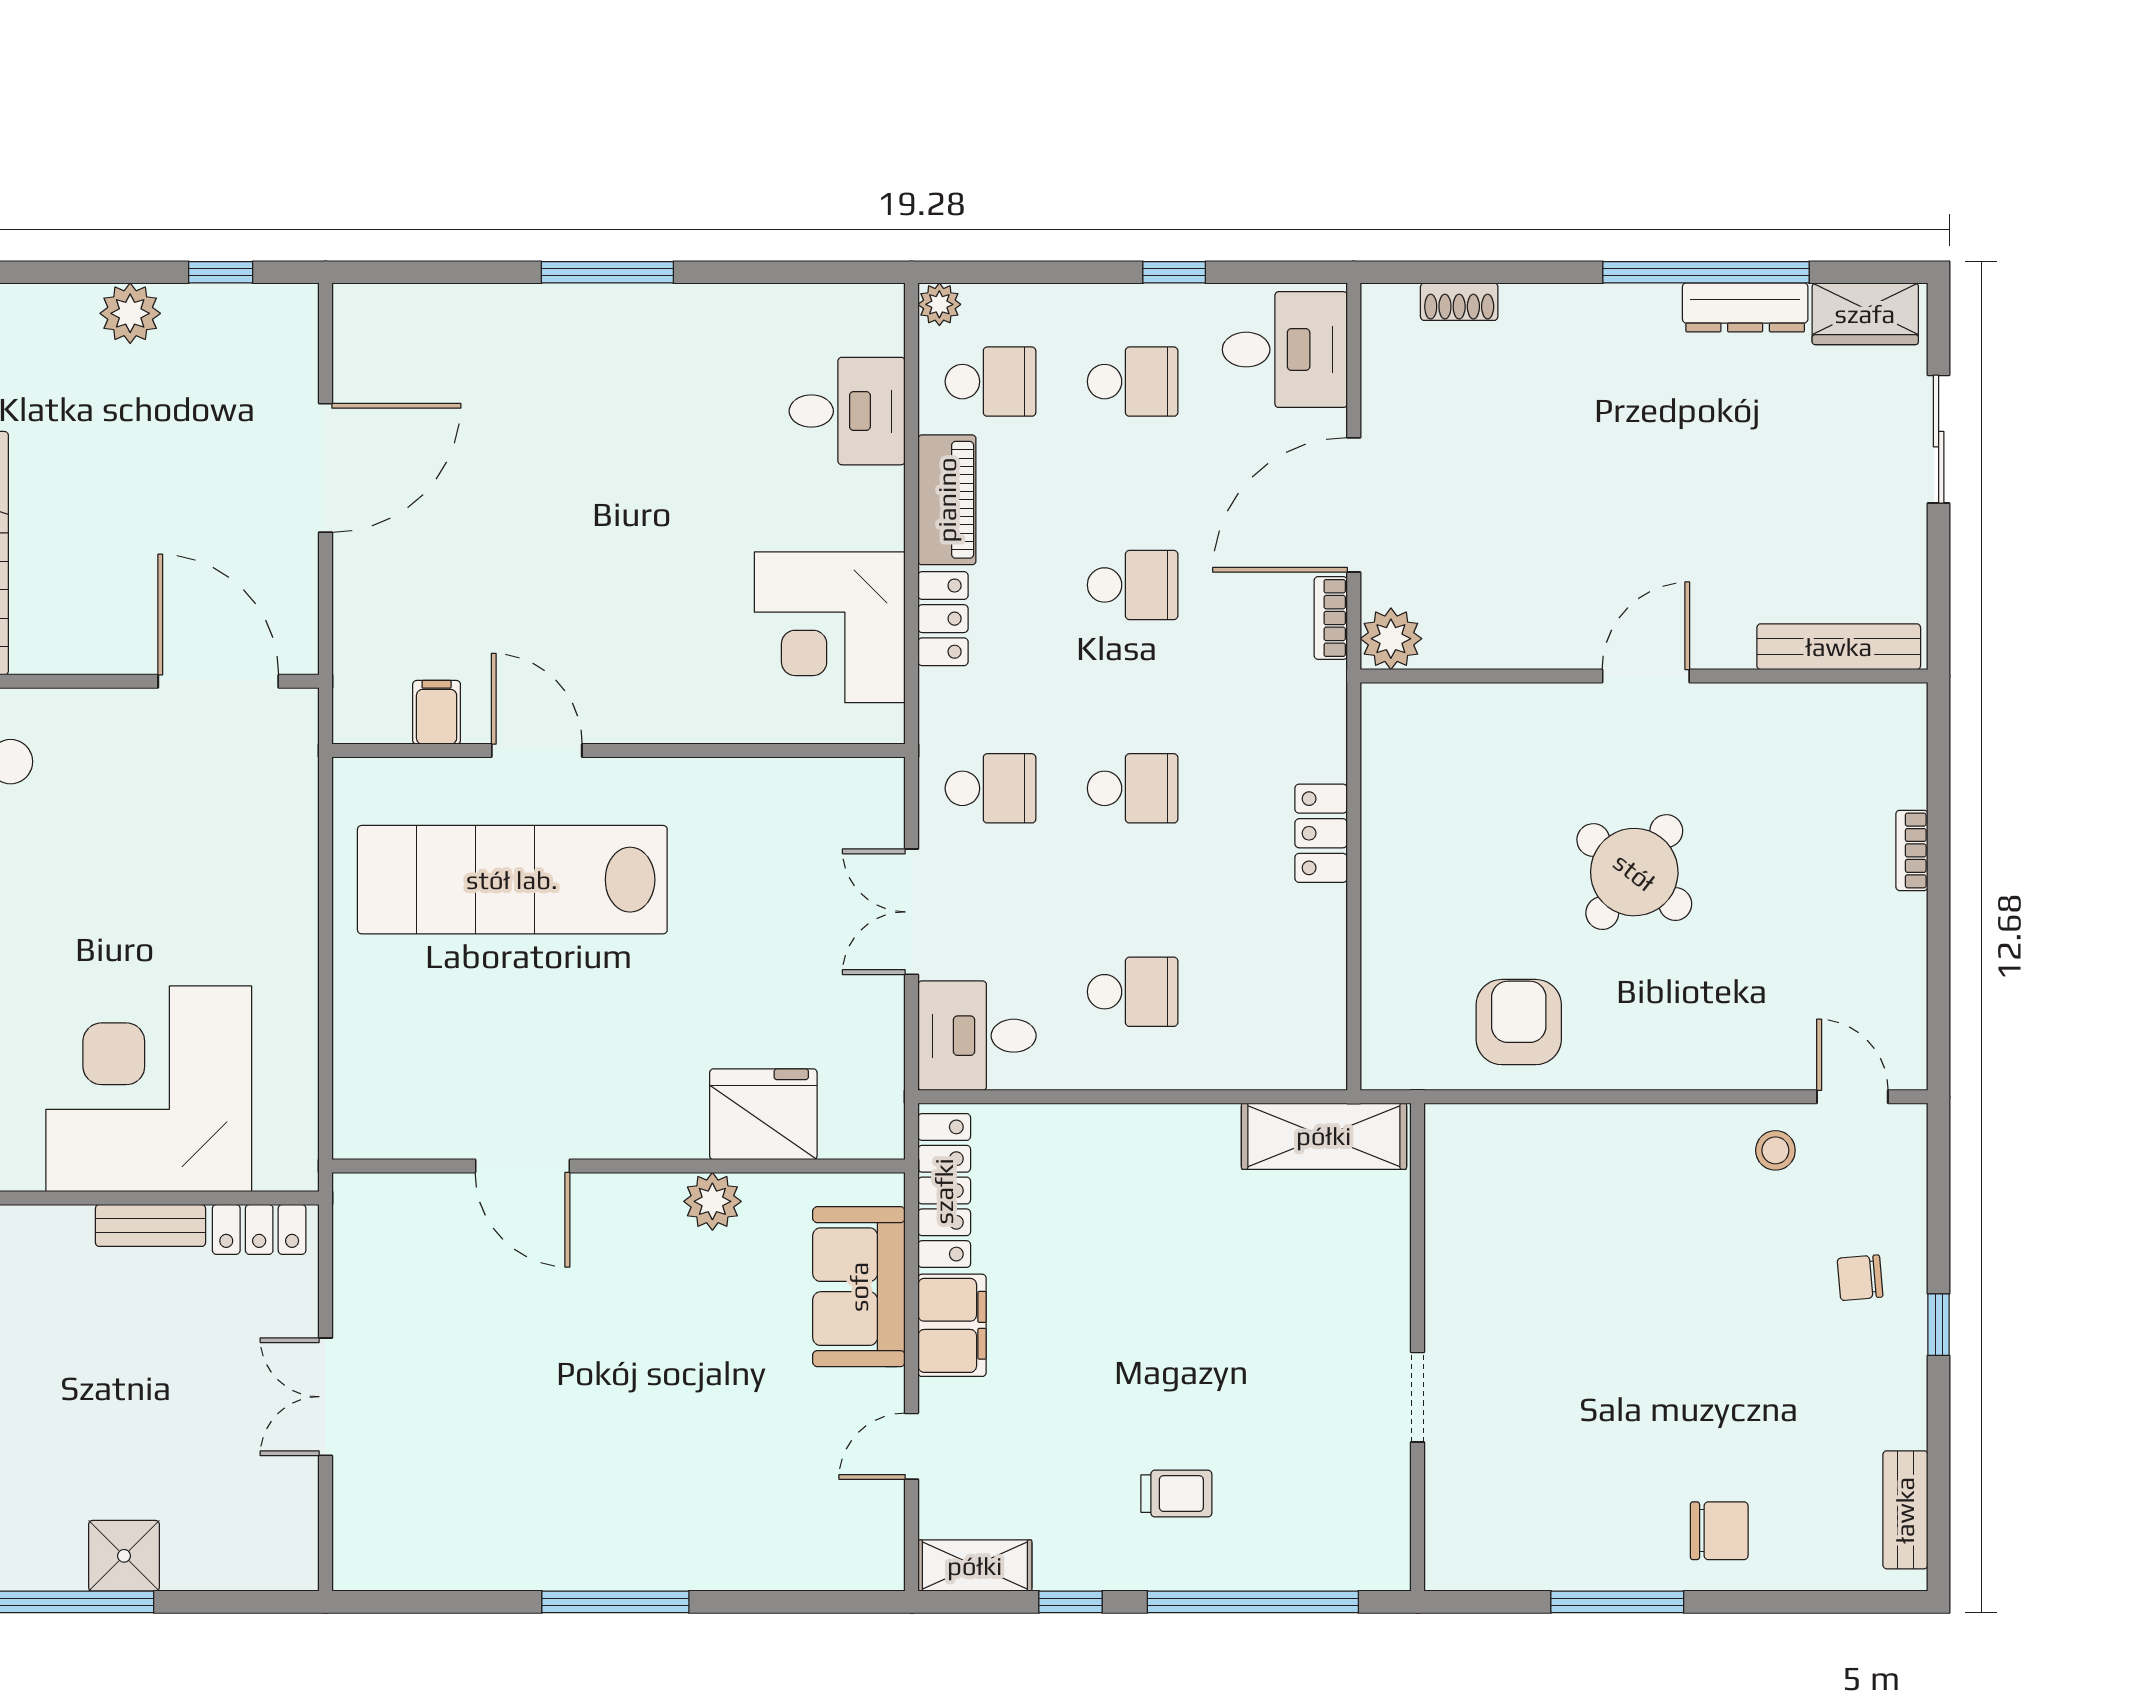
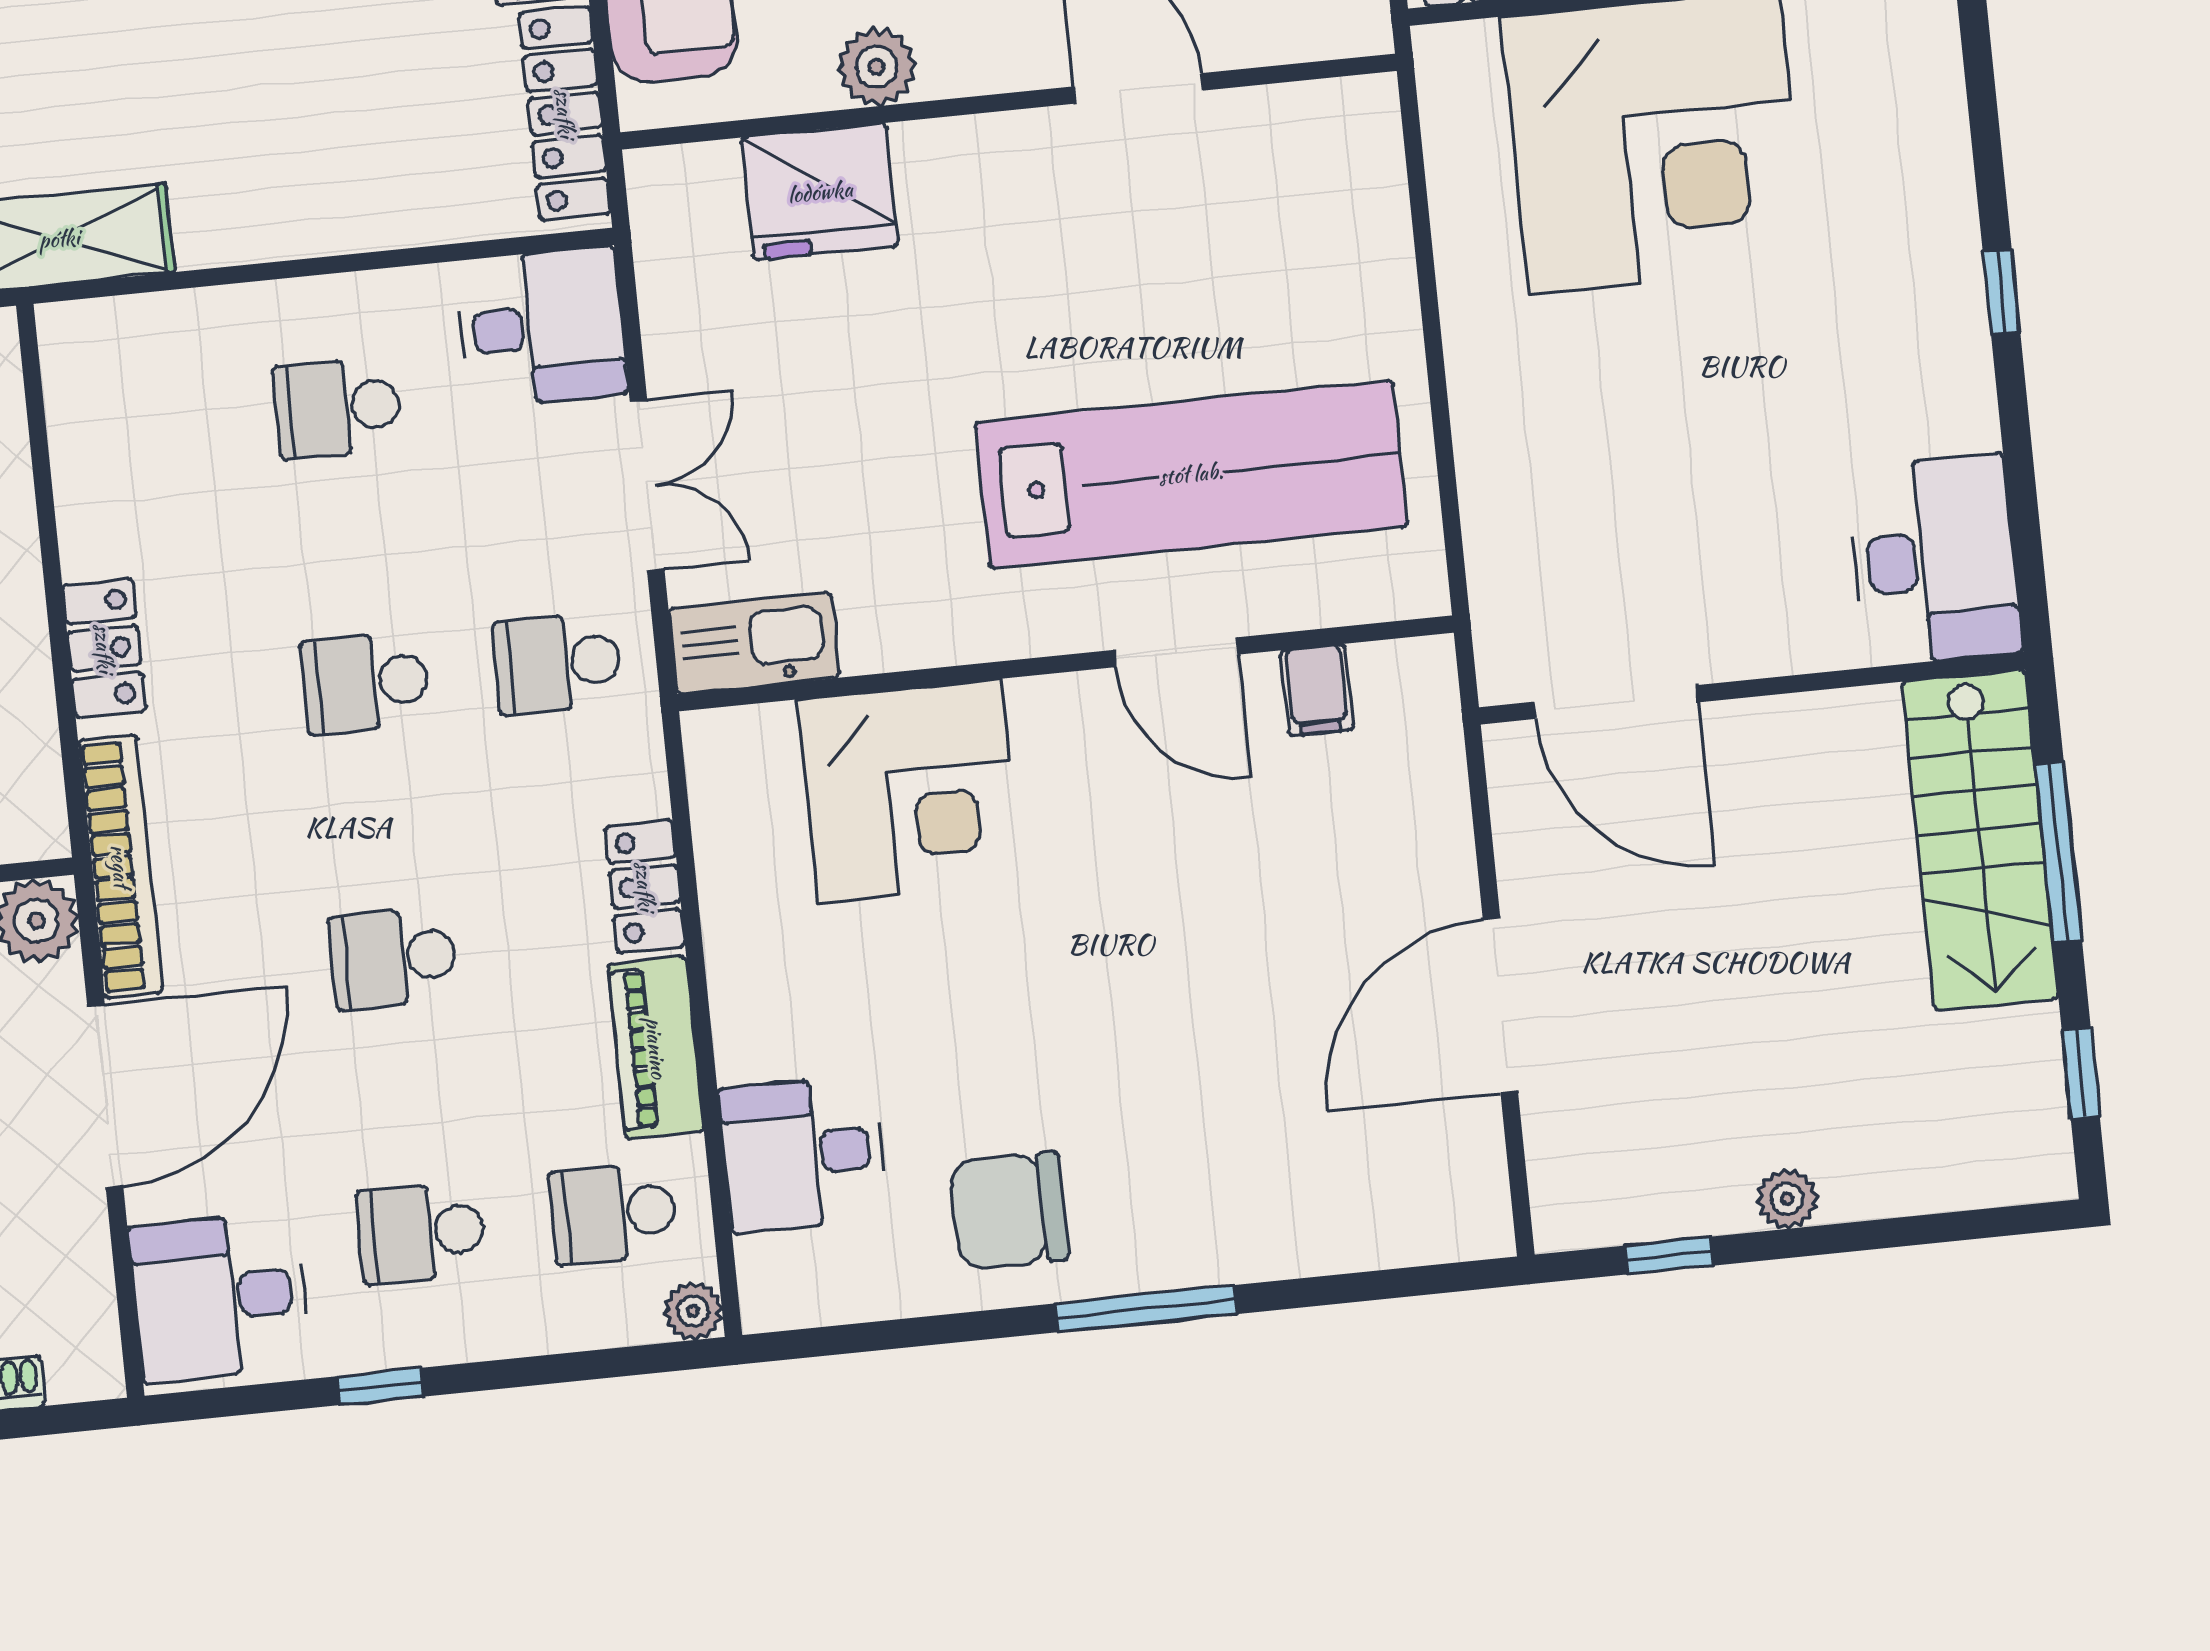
plant: (130, 313) -> (1787, 1199), width x0.73, depth x0.73
chair: (700, 354) -> (1009, 1211), added
bookcase: (1331, 618) -> (120, 866), width x2.31, depth x1.31
corner desk: (830, 627) -> (910, 791), moved, turned 90
kitchen sink: (845, 789) -> (754, 643), added

